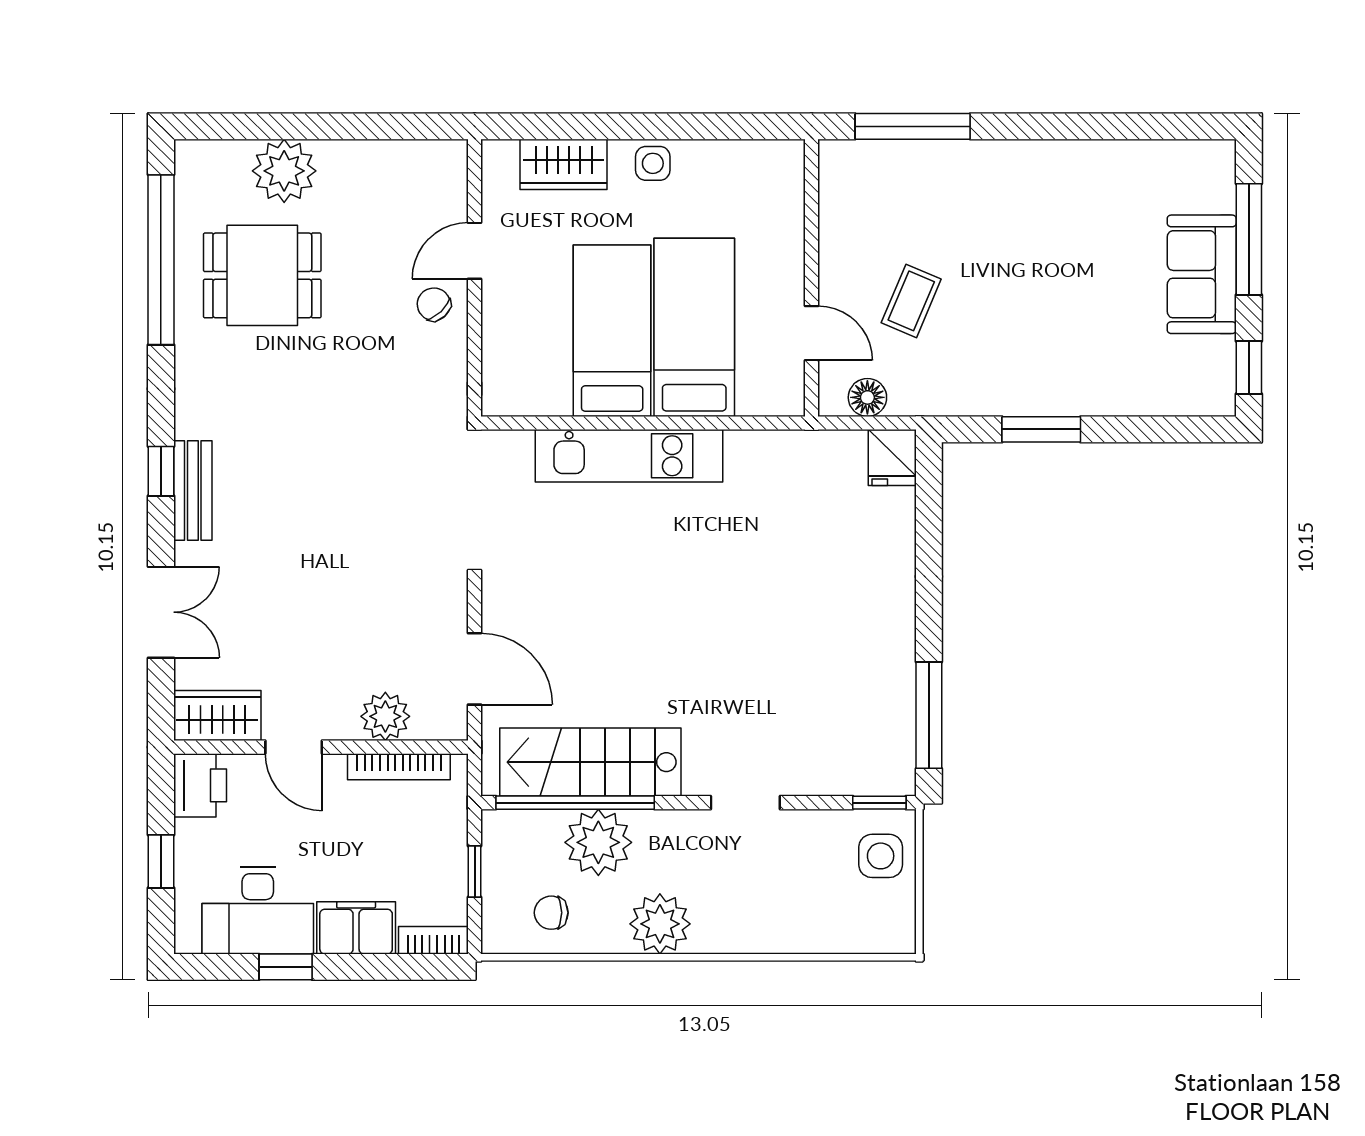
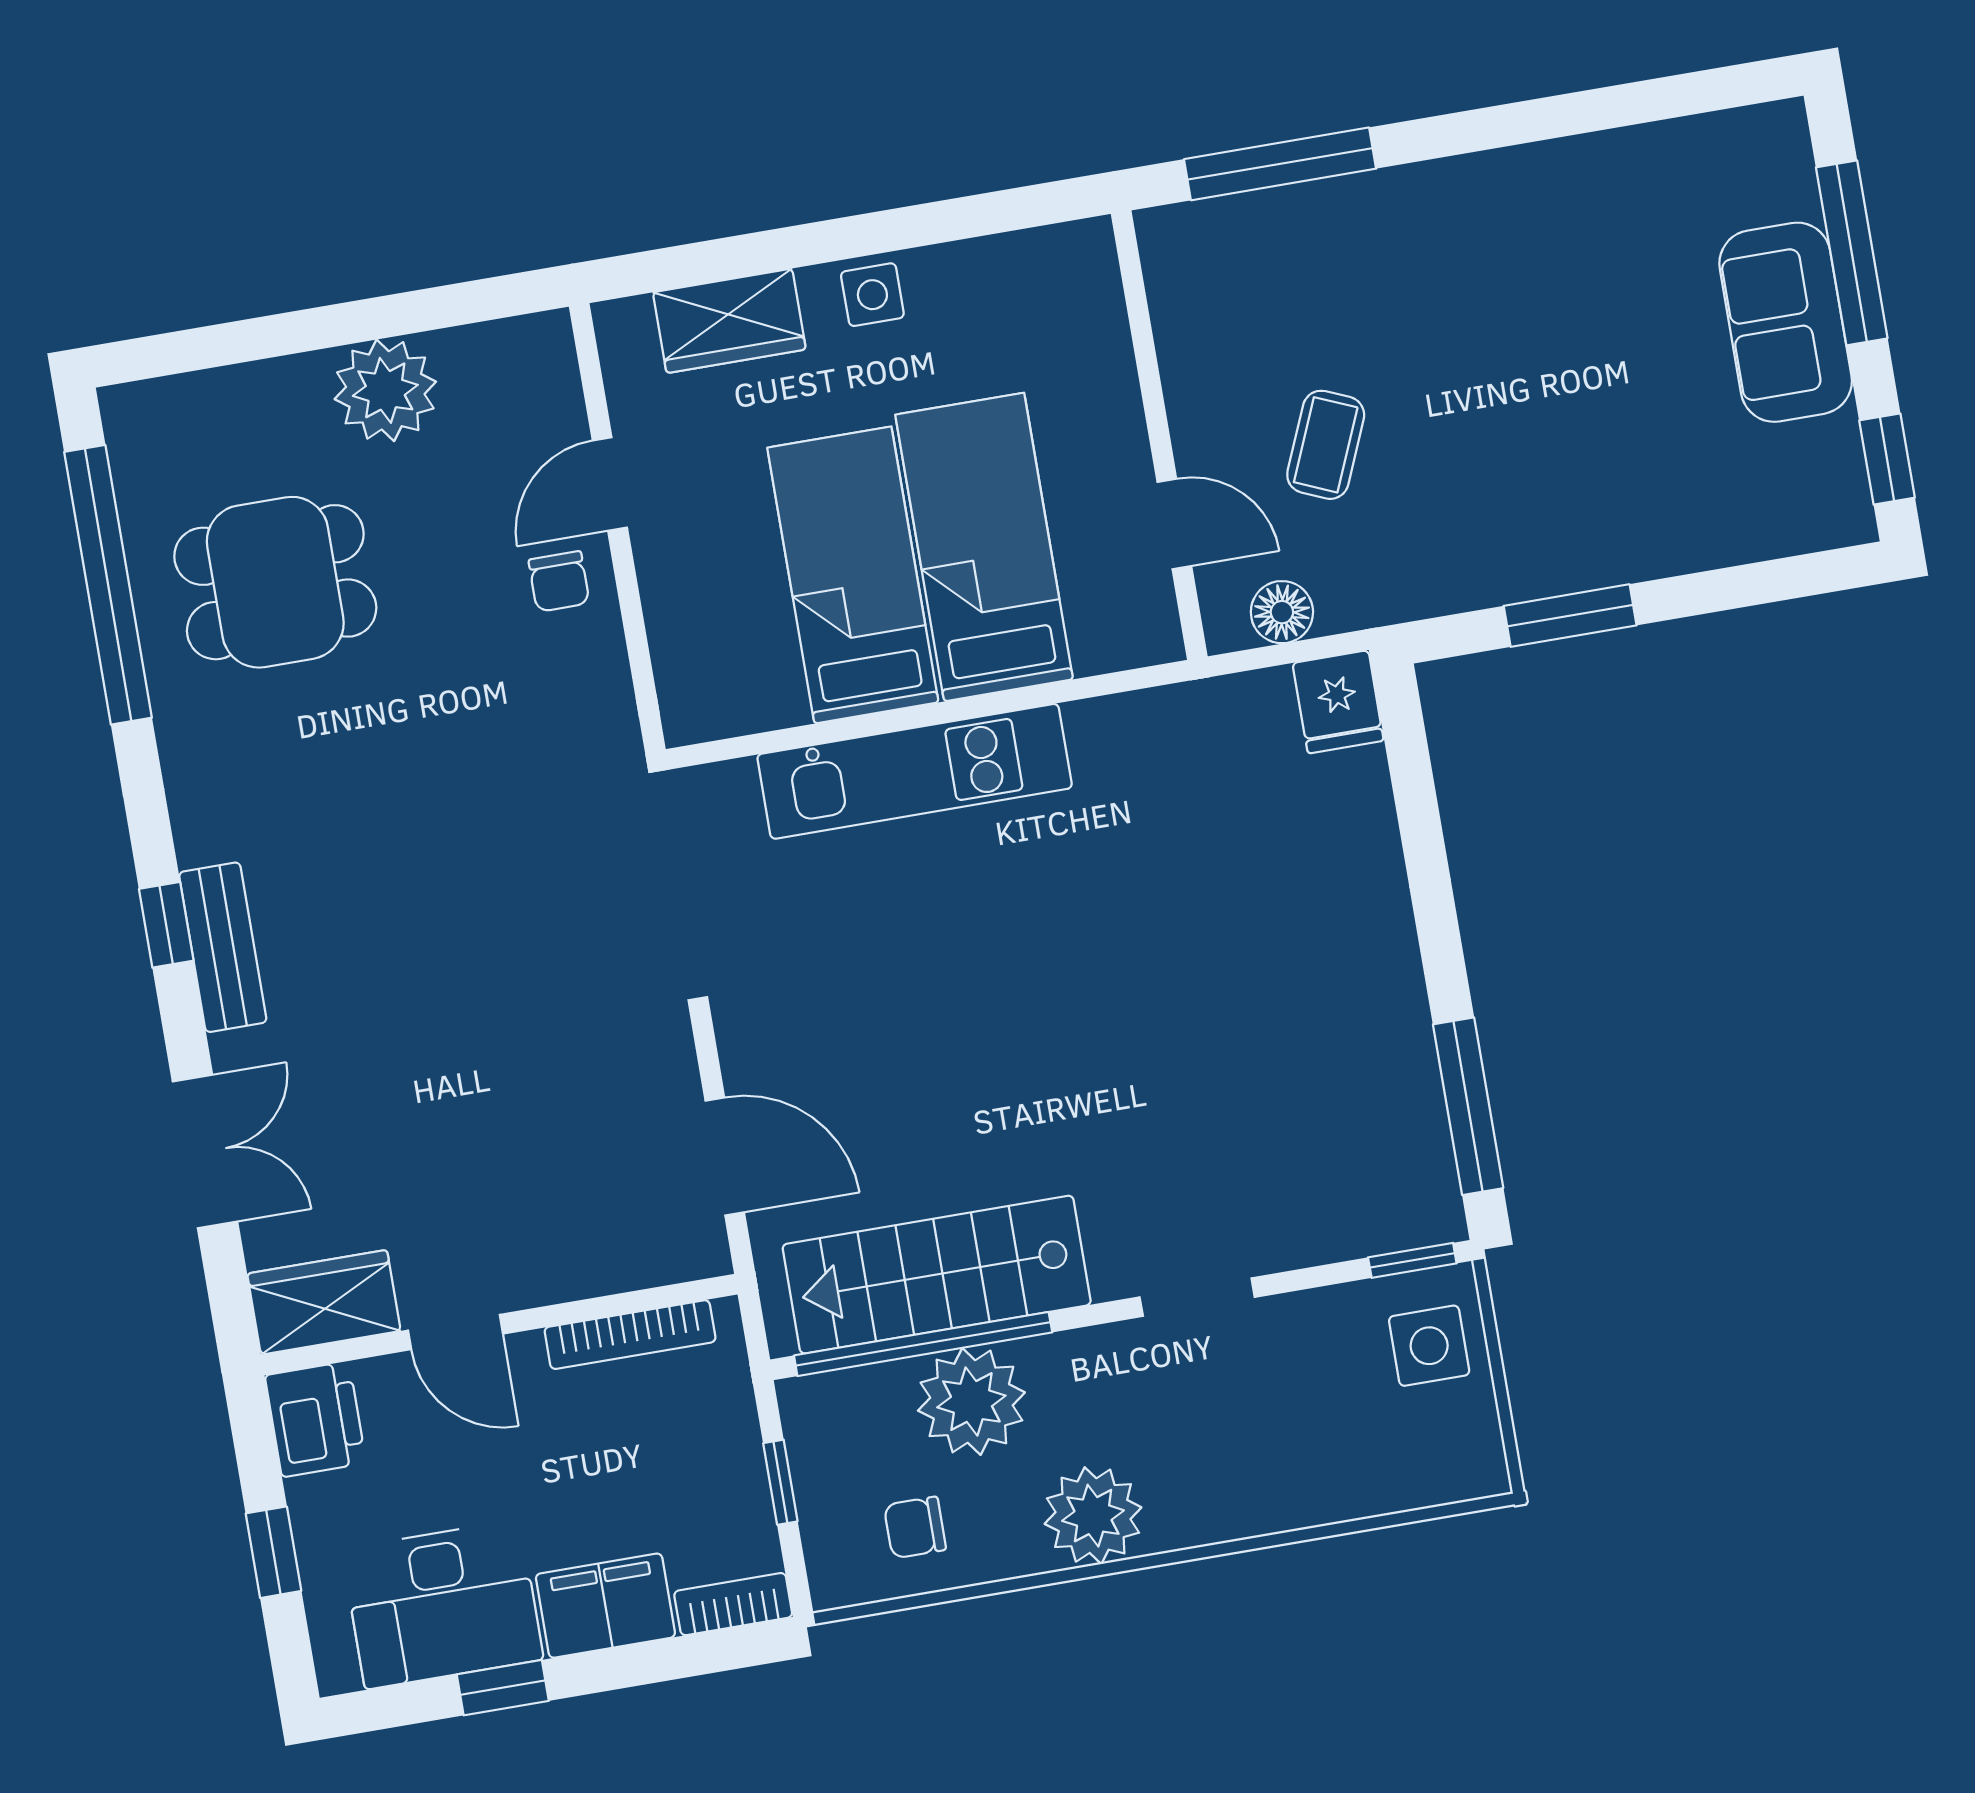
plant: (284, 171) -> (385, 390), moved
chair: (434, 304) -> (559, 581), turned -137
plant: (385, 716) -> (594, 1258), removed

